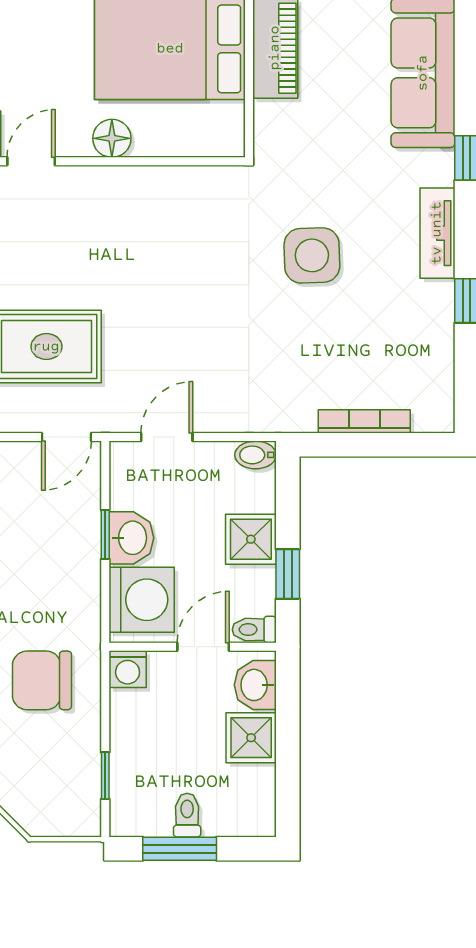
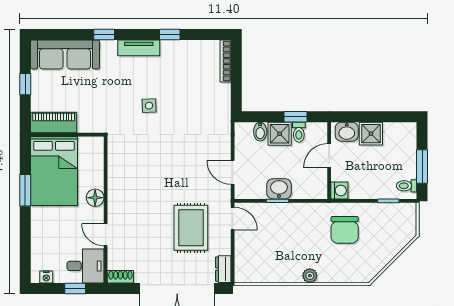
side table: (312, 255) -> (149, 106), width x0.54, depth x0.54
bookcase: (364, 421) -> (225, 61), moved
bidet: (256, 455) -> (260, 132), moved
washing machine: (142, 600) -> (307, 184), removed
toilet: (254, 630) -> (299, 132), moved
door: (203, 647) -> (329, 156), hinge flipped
toilet: (187, 815) -> (407, 186), moved

